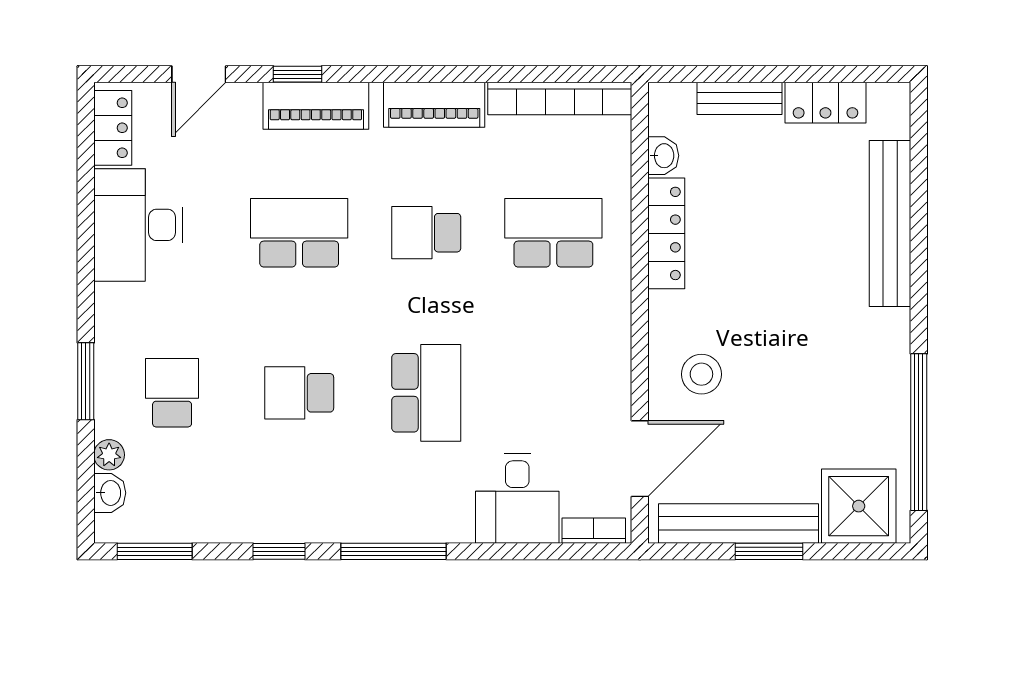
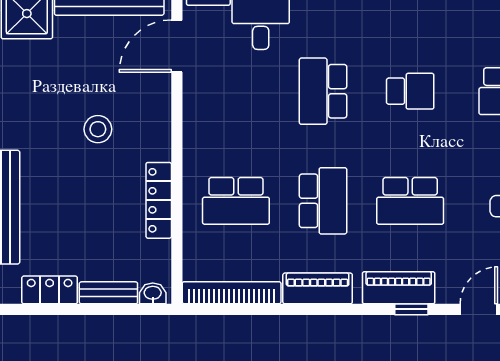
washbasin: (663, 156) -> (153, 293), moved, turned 90
school desk: (426, 233) -> (323, 201), width x1.85
stool: (701, 374) -> (98, 129), moved

